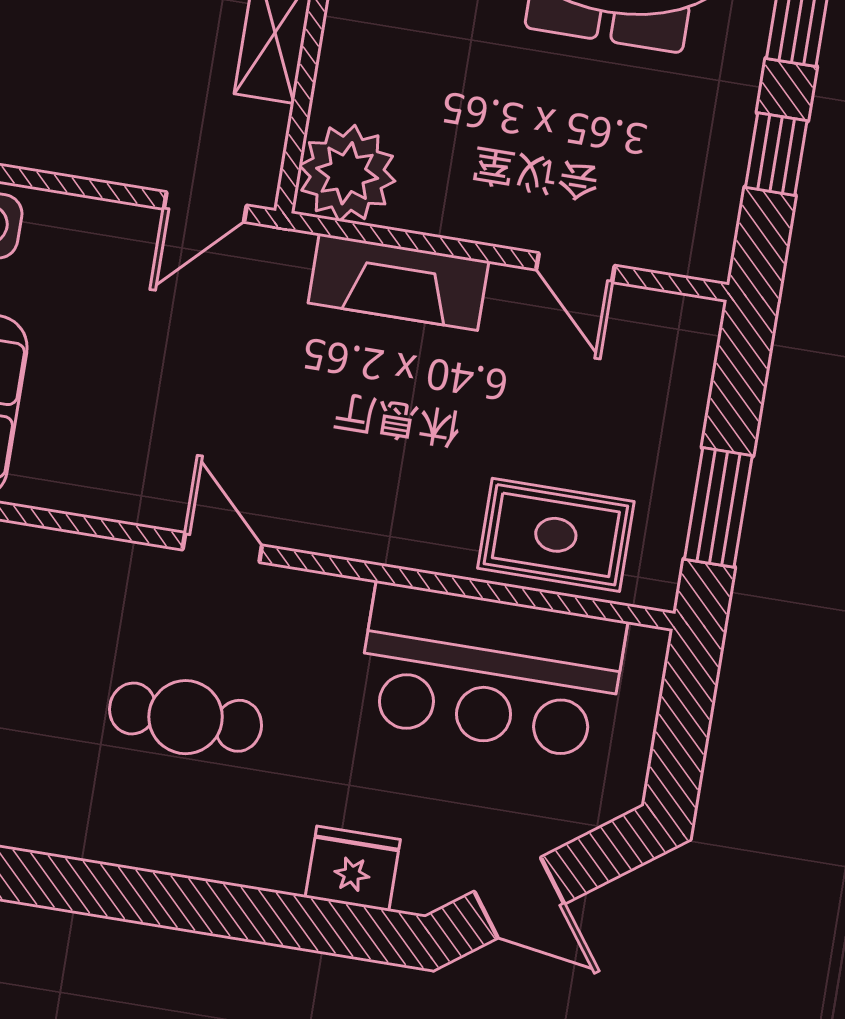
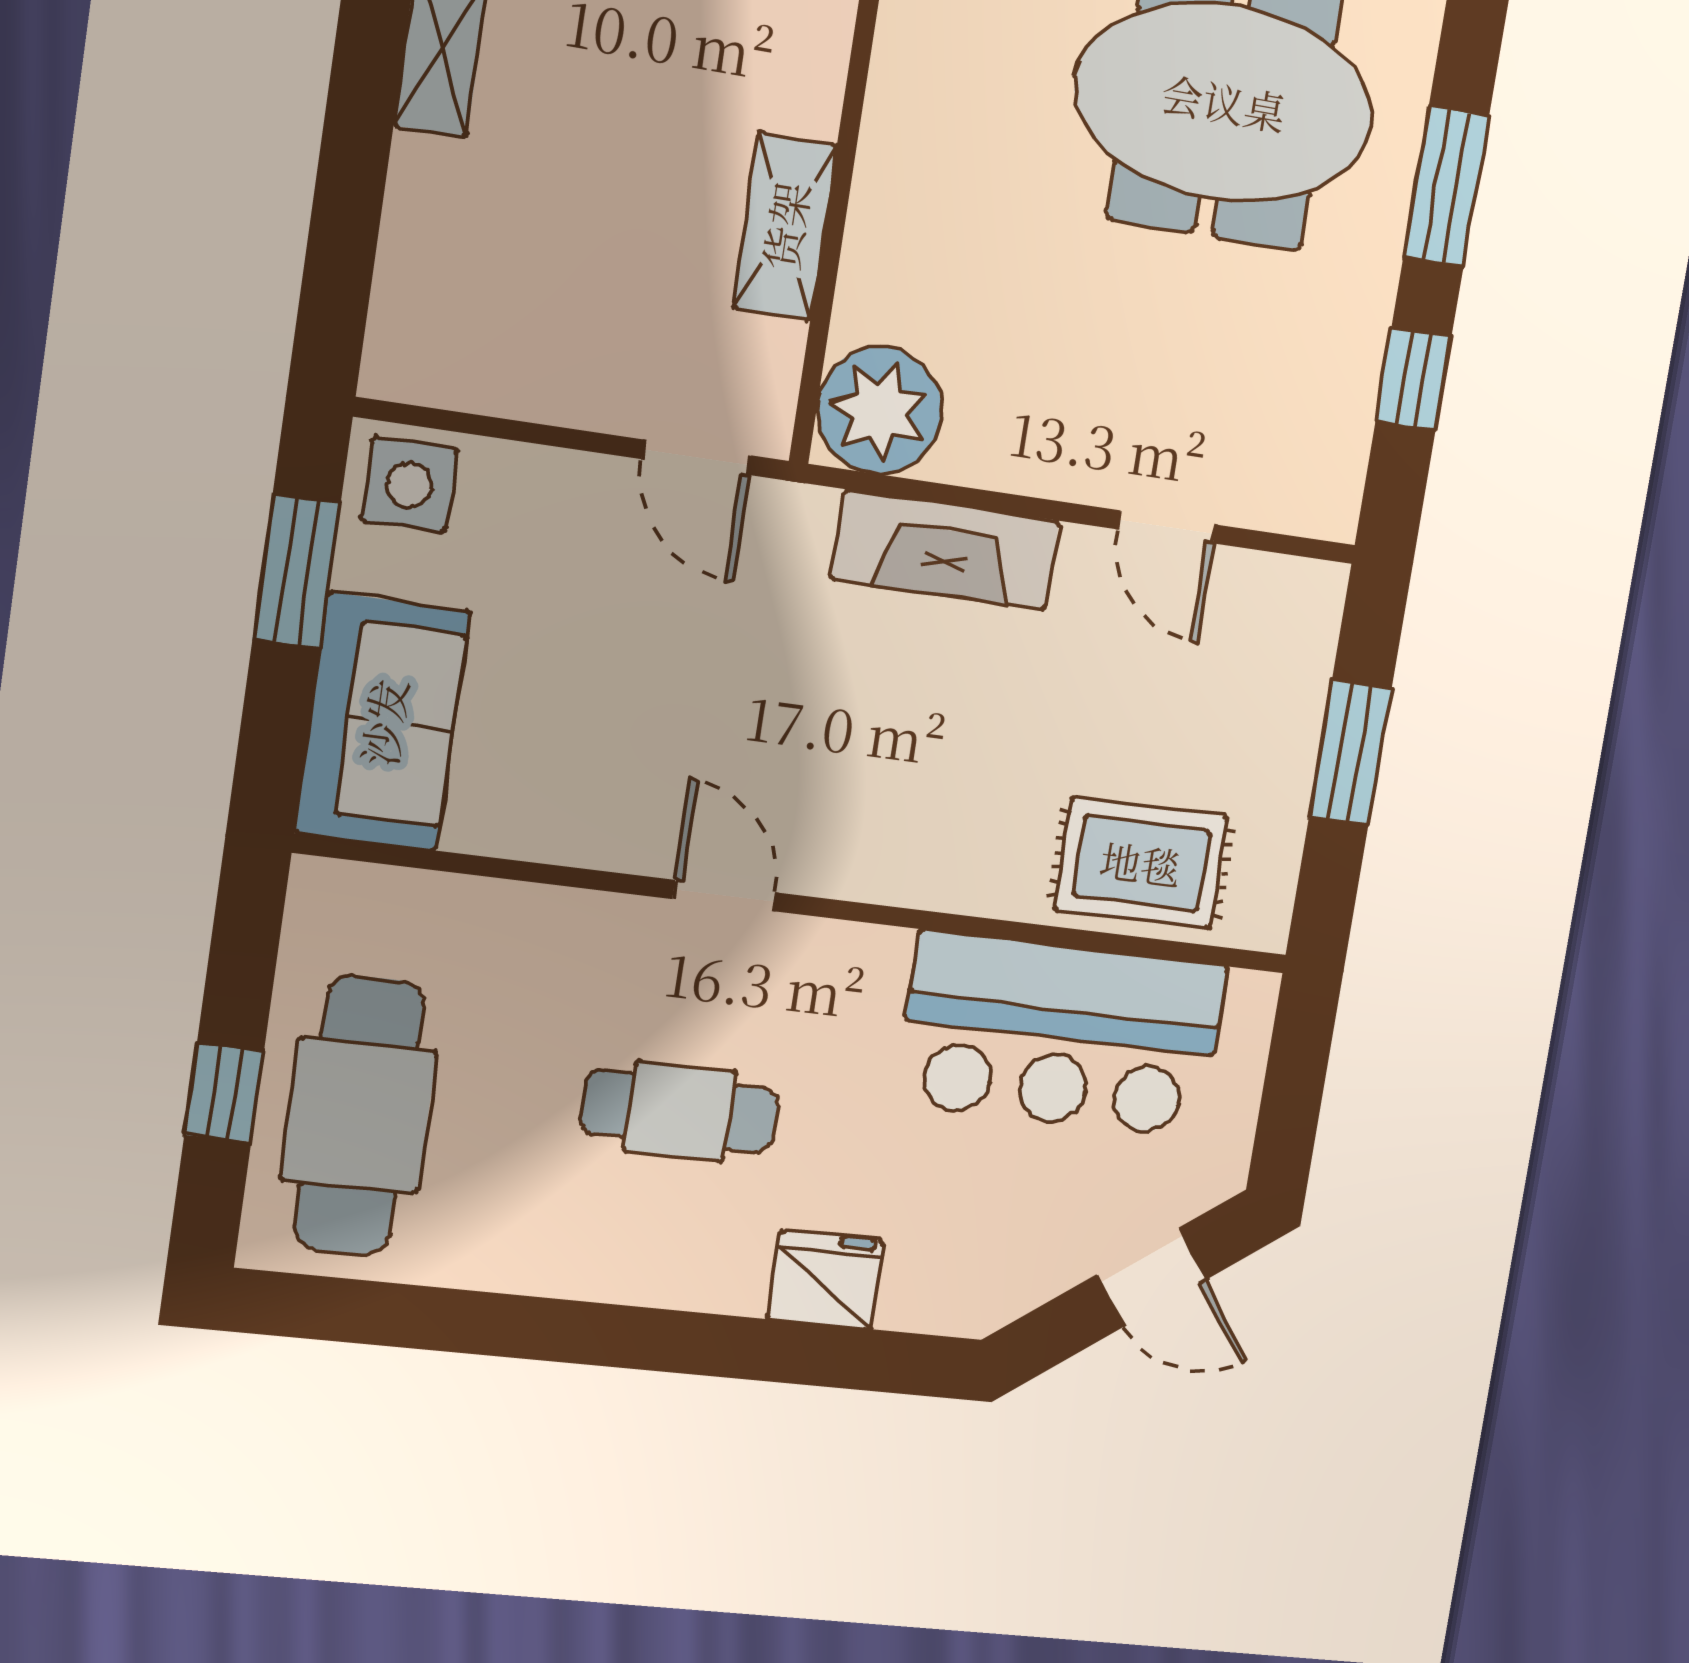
door: (205, 207) -> (697, 457), hinge flipped
window: (718, 507) -> (1350, 753), moved
fridge: (353, 868) -> (825, 1280), moved
door: (519, 898) -> (1151, 1277), moved

